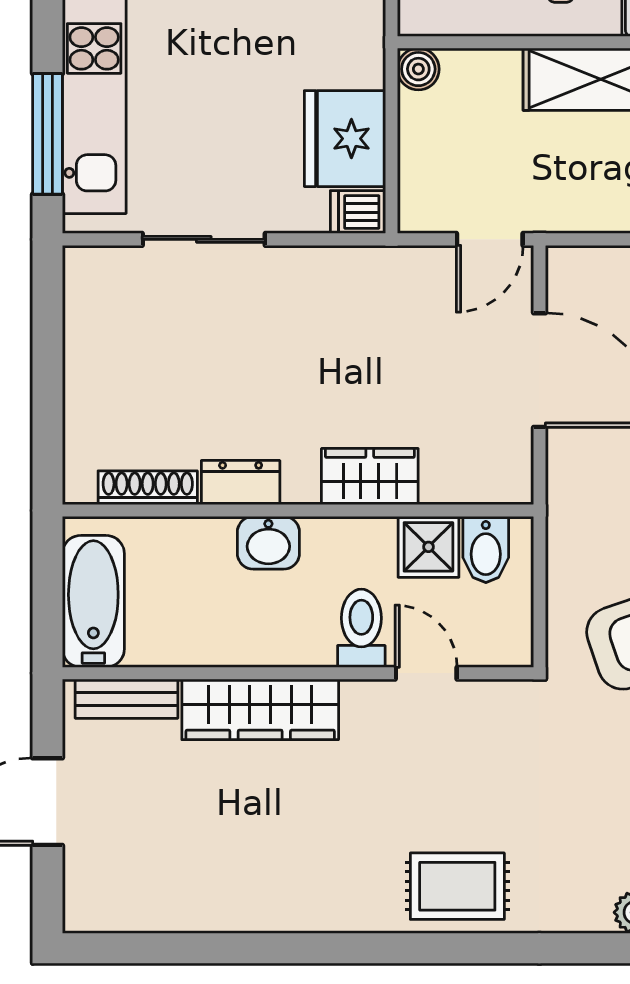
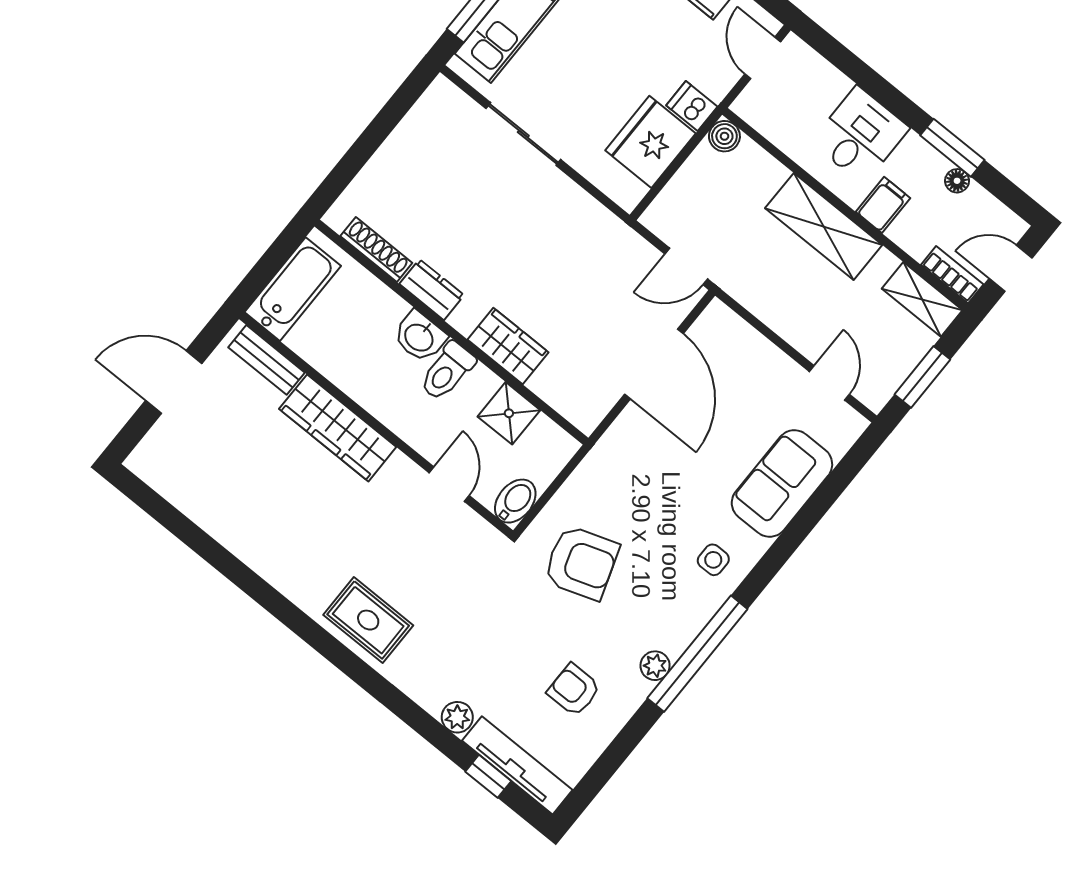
dishwasher: (358, 212) -> (692, 106), moved
bidet: (486, 550) -> (515, 501), moved, turned 180
toilet: (361, 628) -> (447, 371), moved, turned 180

